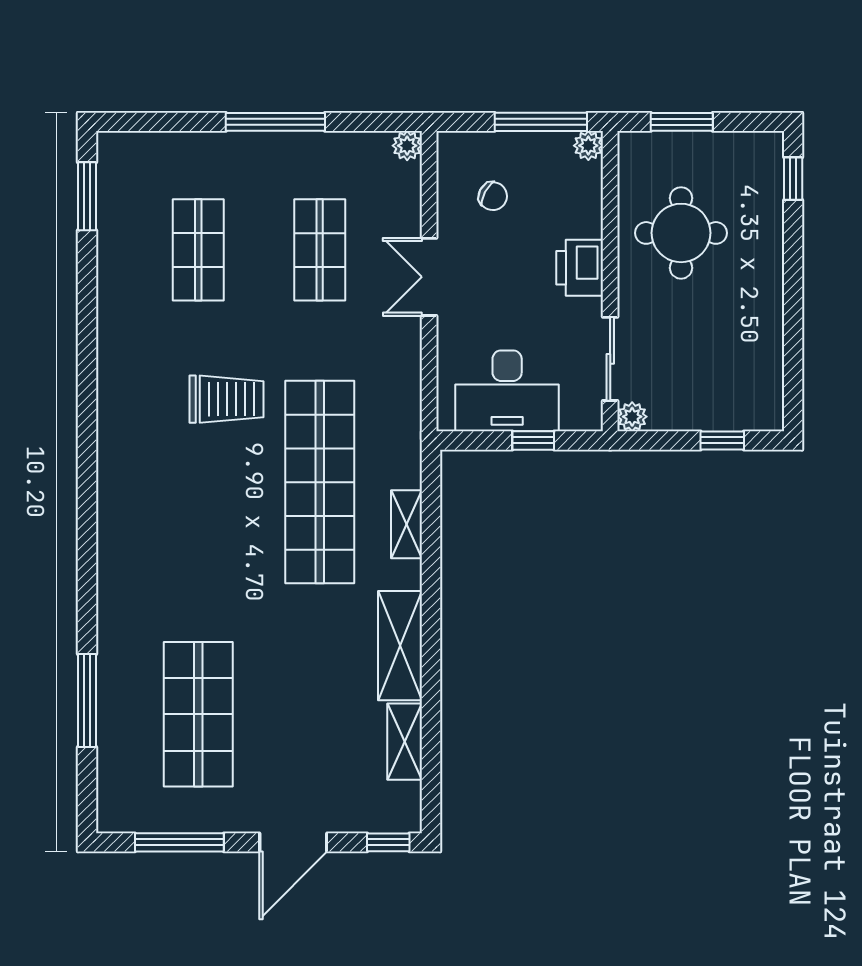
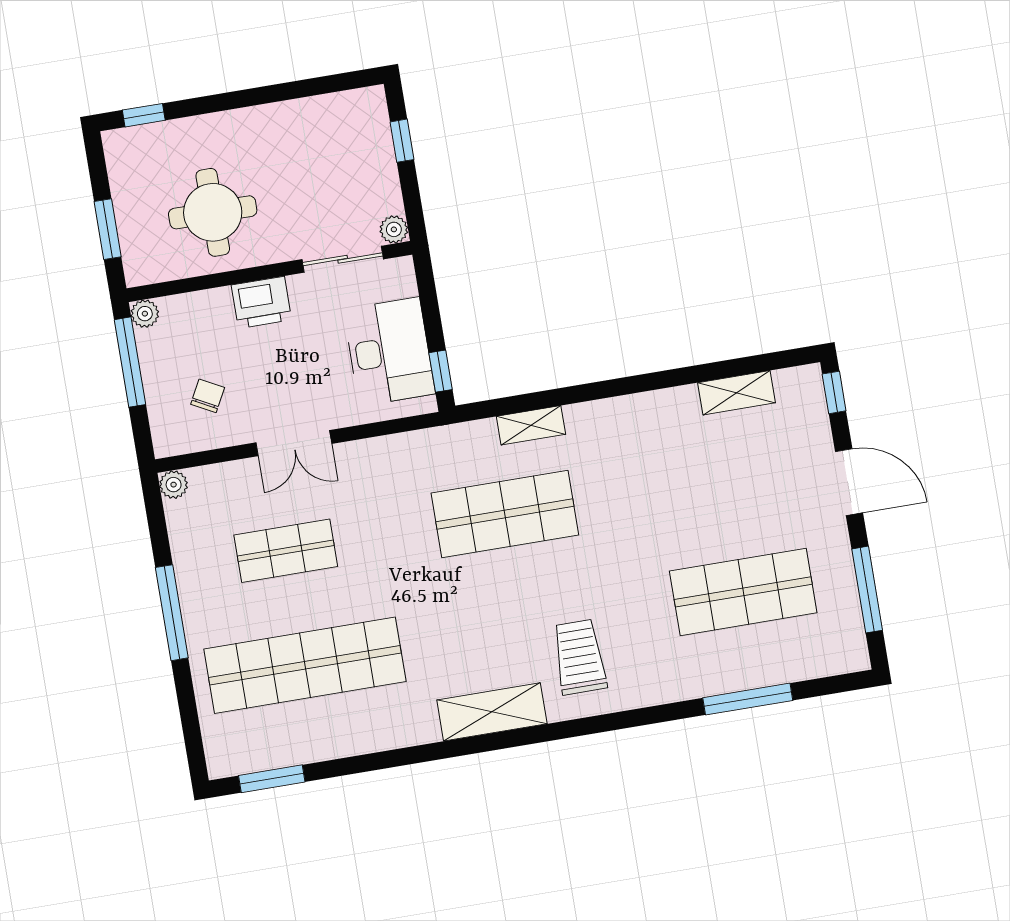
shop shelf: (198, 250) -> (305, 665), width x2.00, depth x1.36
trolley: (226, 399) -> (579, 657), moved
window: (533, 440) -> (441, 371), moved
shop shelf: (320, 482) -> (505, 514), width x0.71
shelving: (400, 646) -> (492, 712), moved

